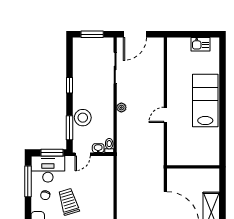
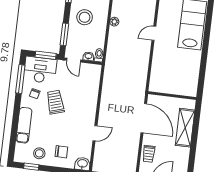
stool: (83, 118) -> (85, 17), moved
door: (83, 154) -> (74, 60), hinge flipped
wall: (193, 167) -> (172, 96), moved

